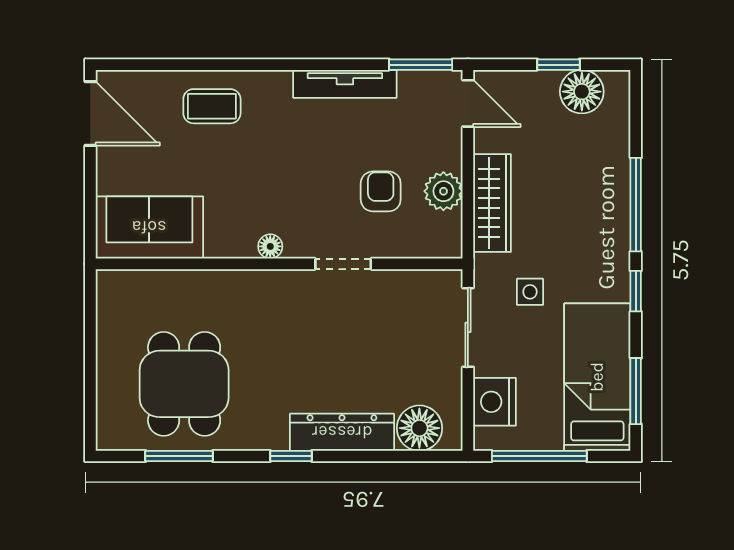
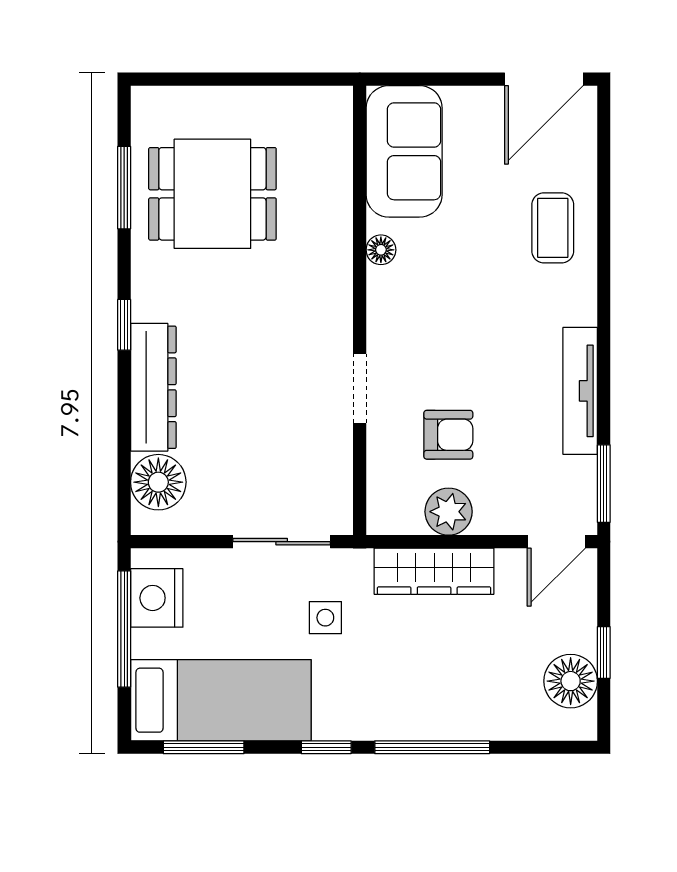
floor lamp: (270, 246) -> (381, 250), moved
nightstand: (495, 402) -> (157, 598), moved, turned -90

